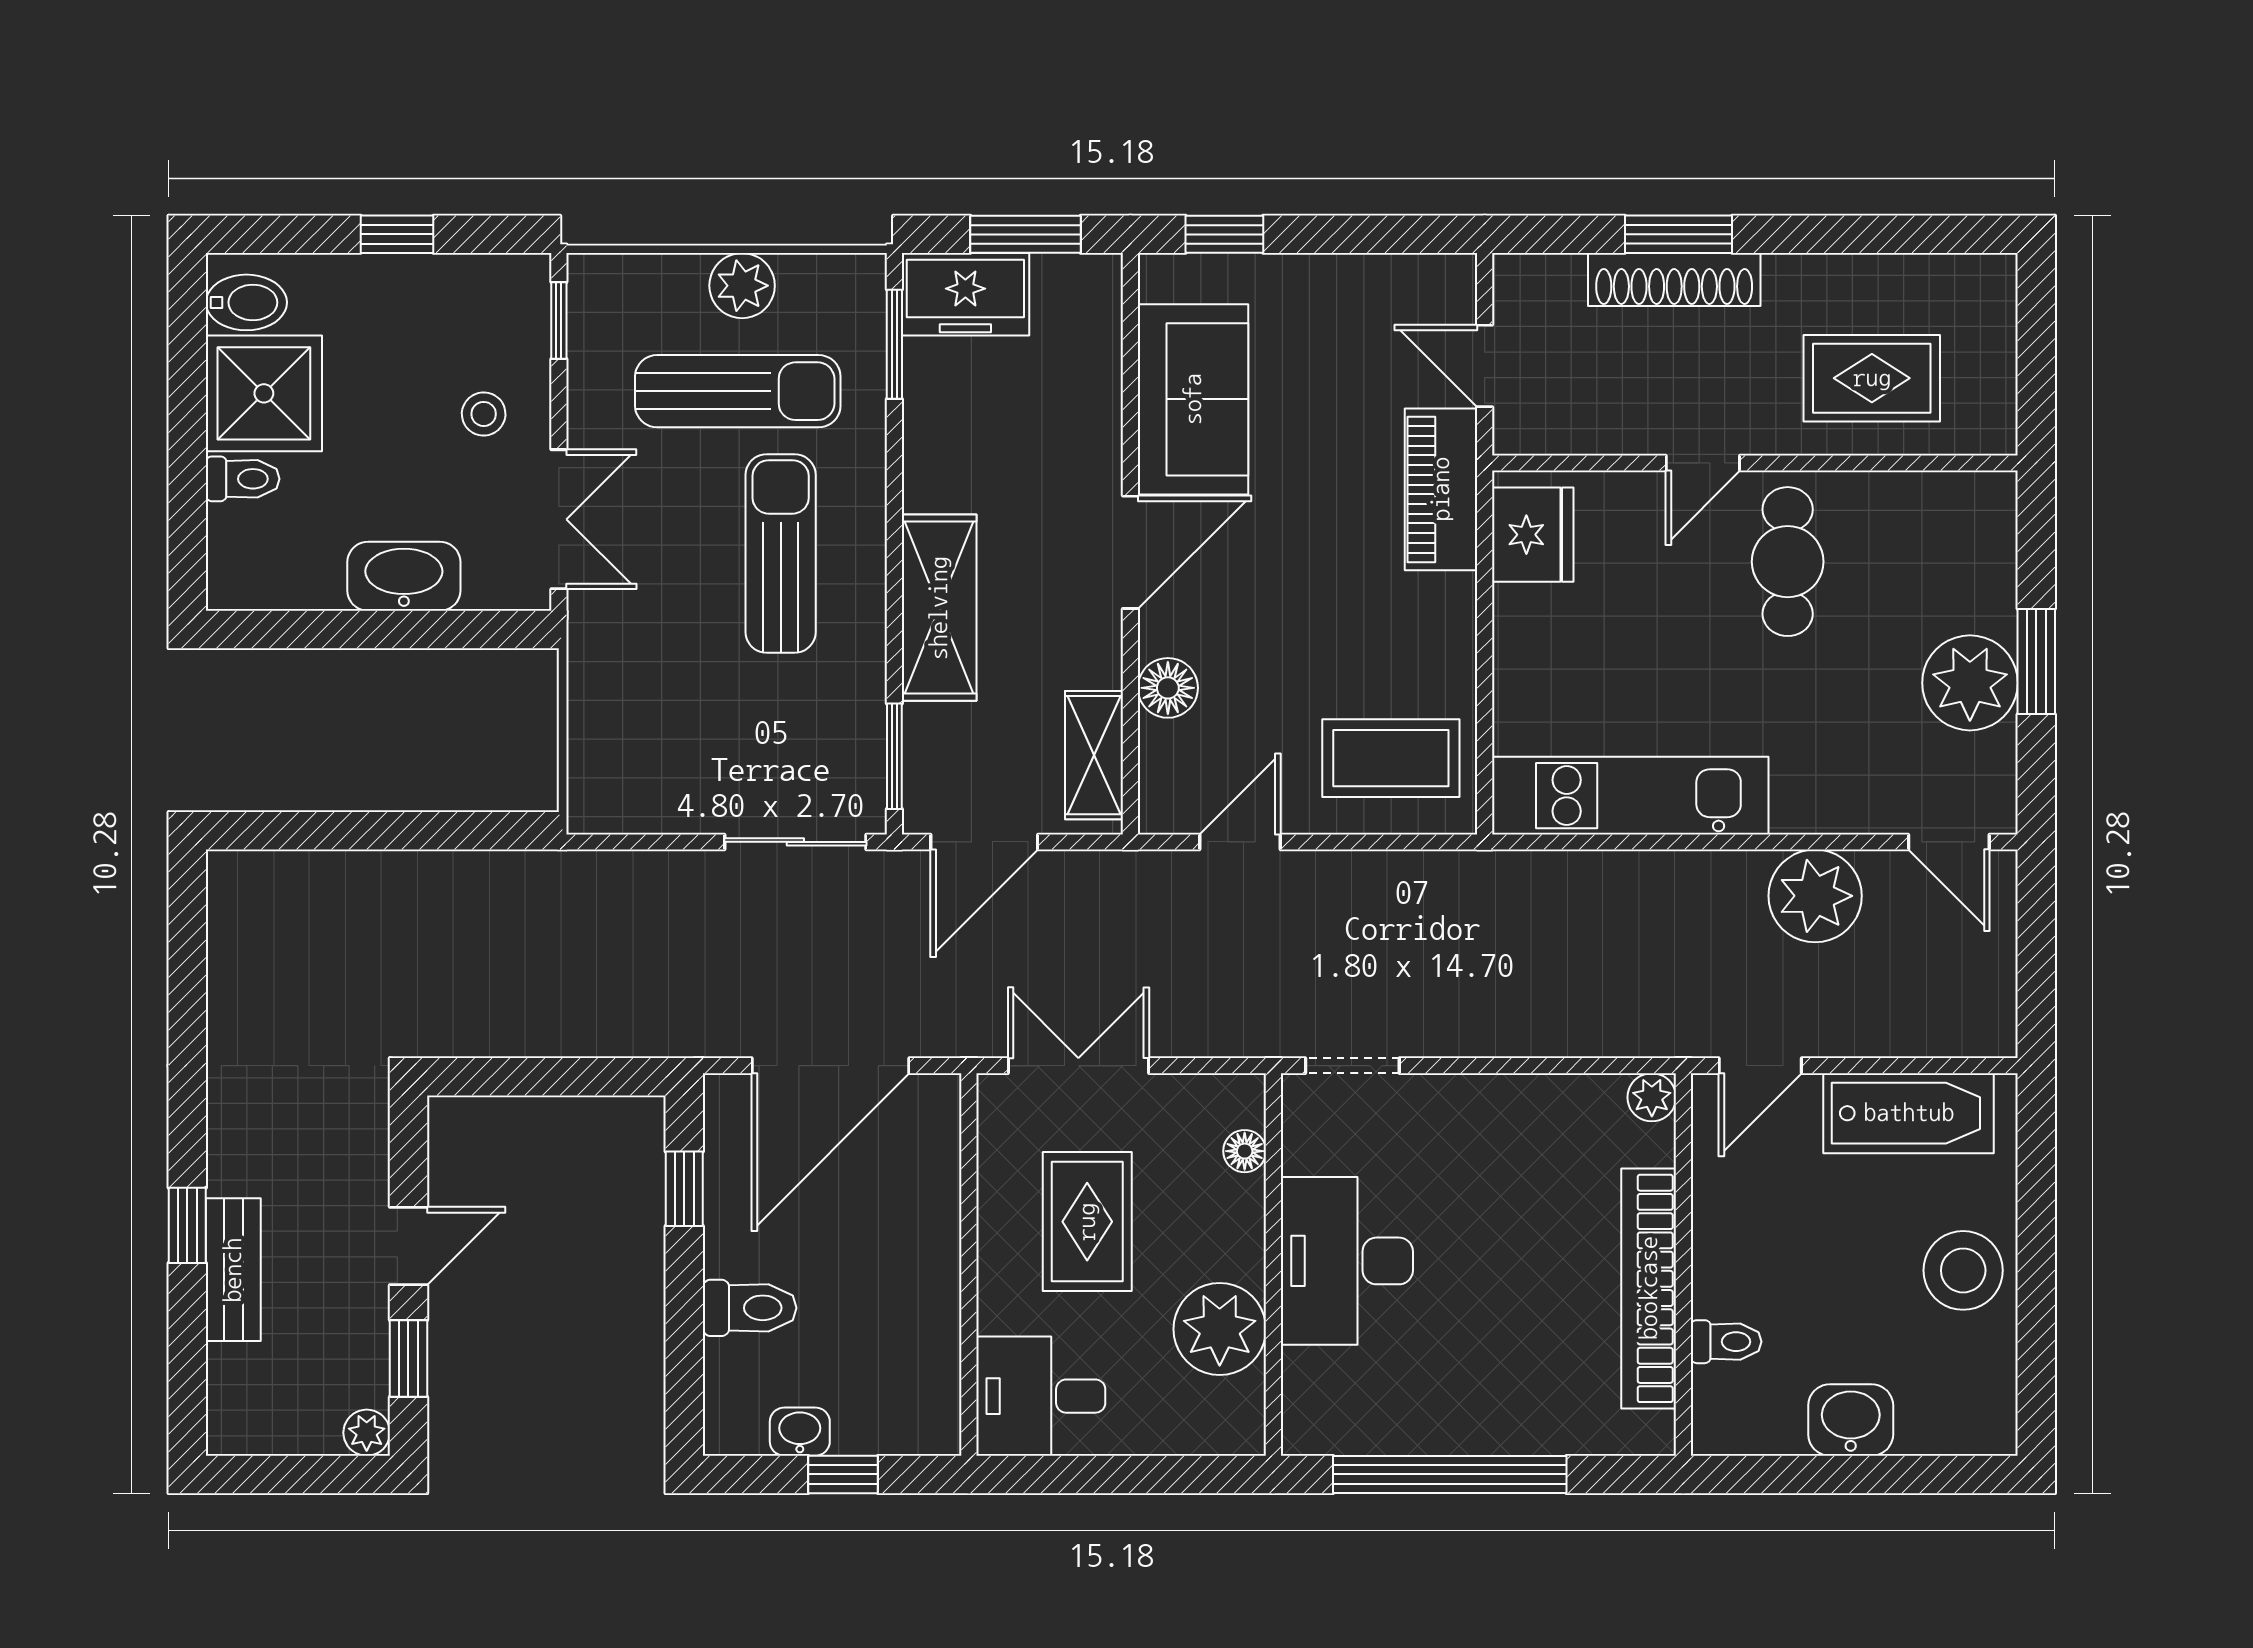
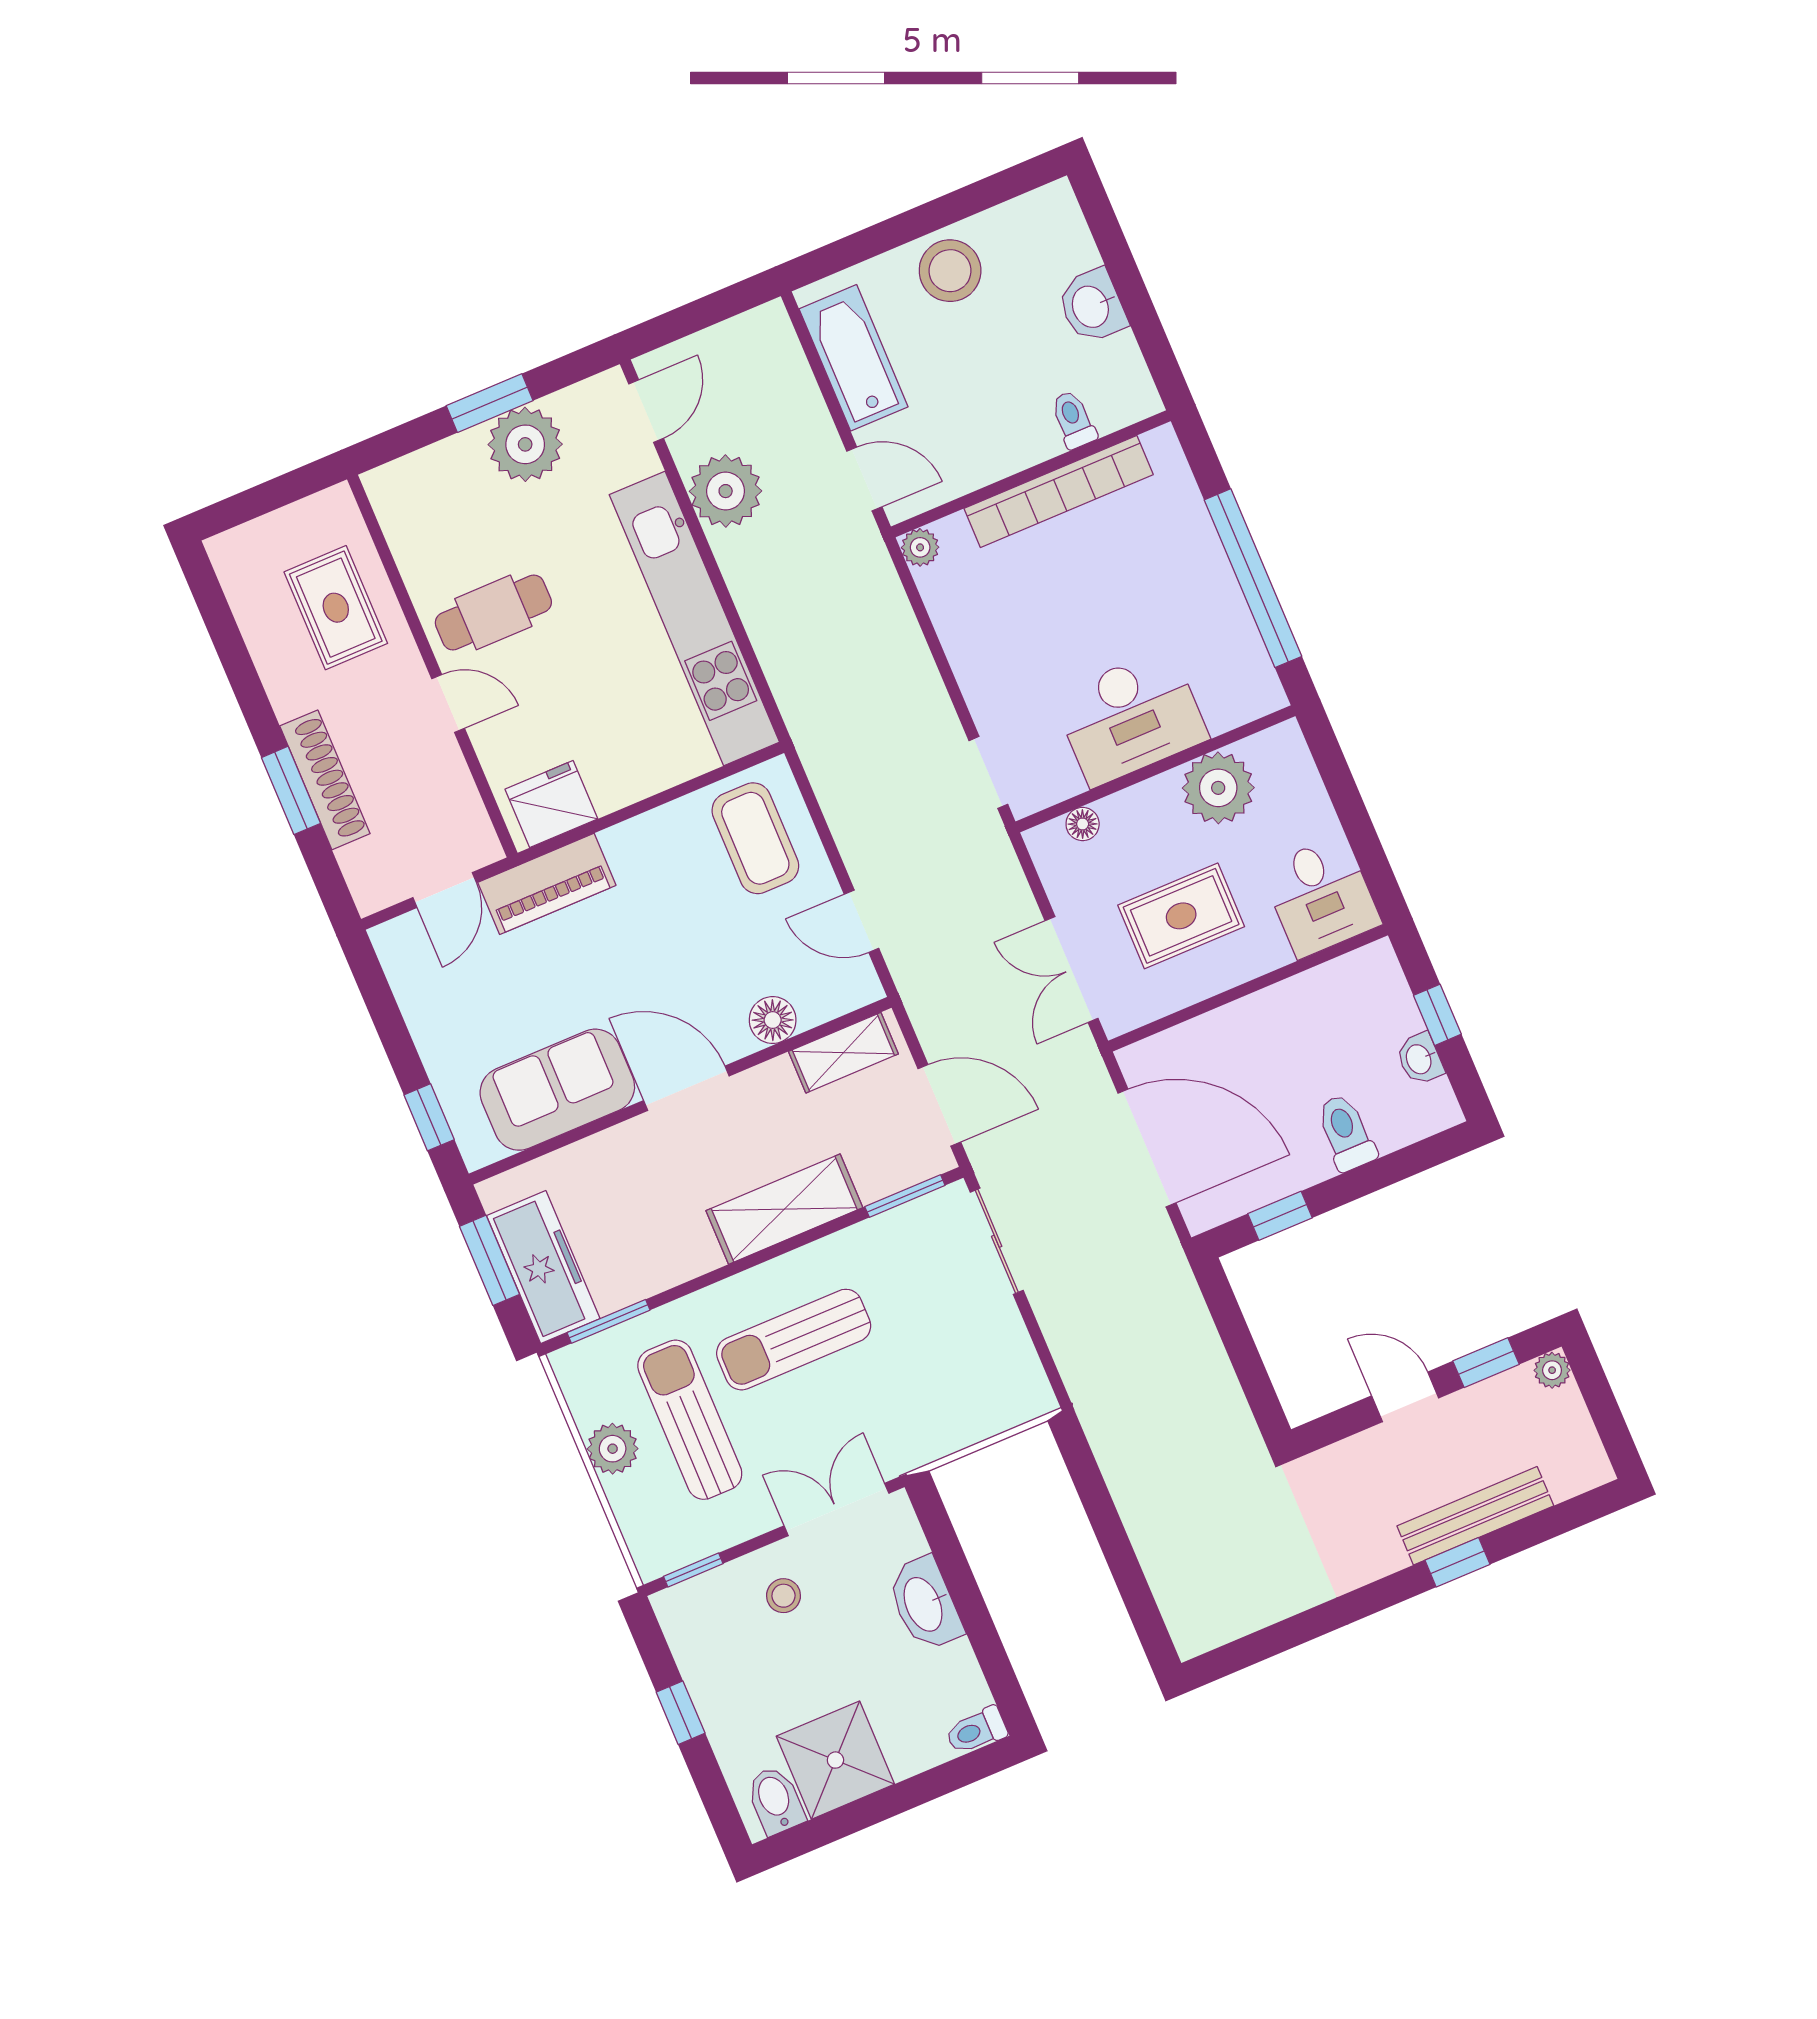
freezer: (965, 294) -> (543, 1267), width x1.40
toilet: (243, 479) -> (976, 1731), moved, turned -90
kitchen unit: (1630, 796) -> (694, 618), width x1.36
bench: (233, 1270) -> (1475, 1516), width x1.36

